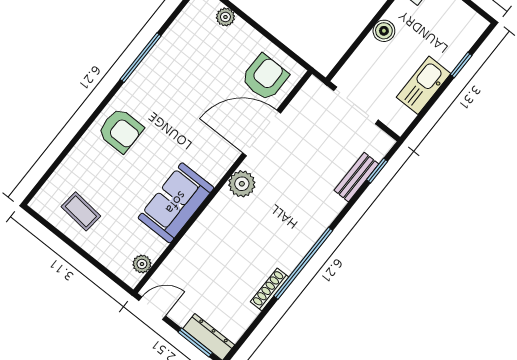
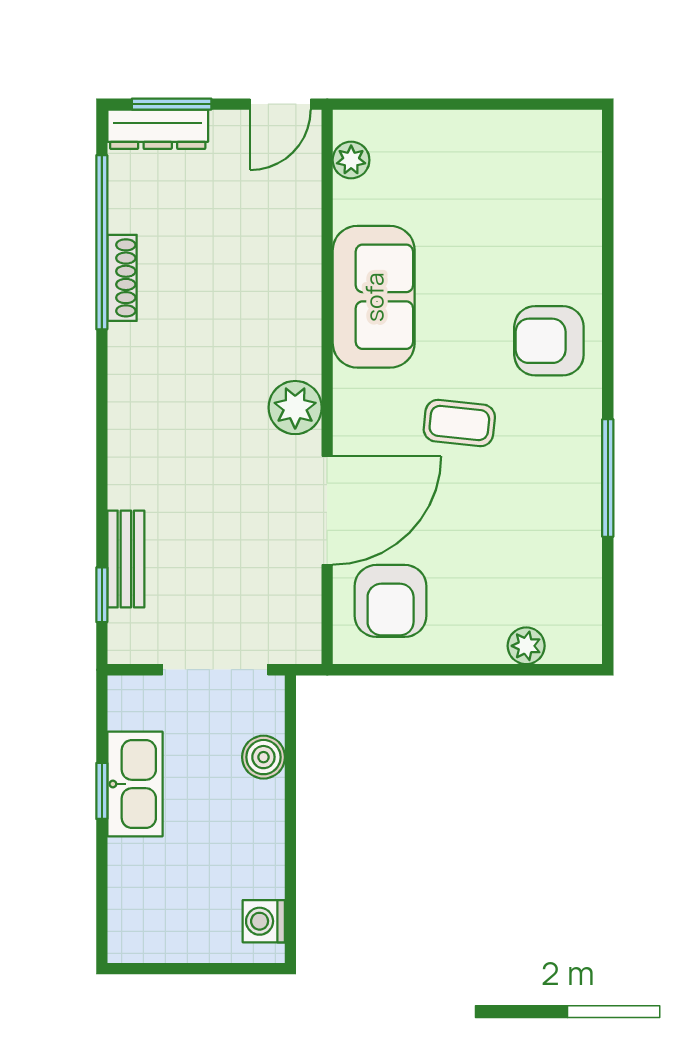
boiler: (384, 31) -> (263, 757), moved
window: (461, 65) -> (102, 791), moved
coffee table: (81, 211) -> (459, 423), moved
window: (303, 263) -> (102, 242), moved

